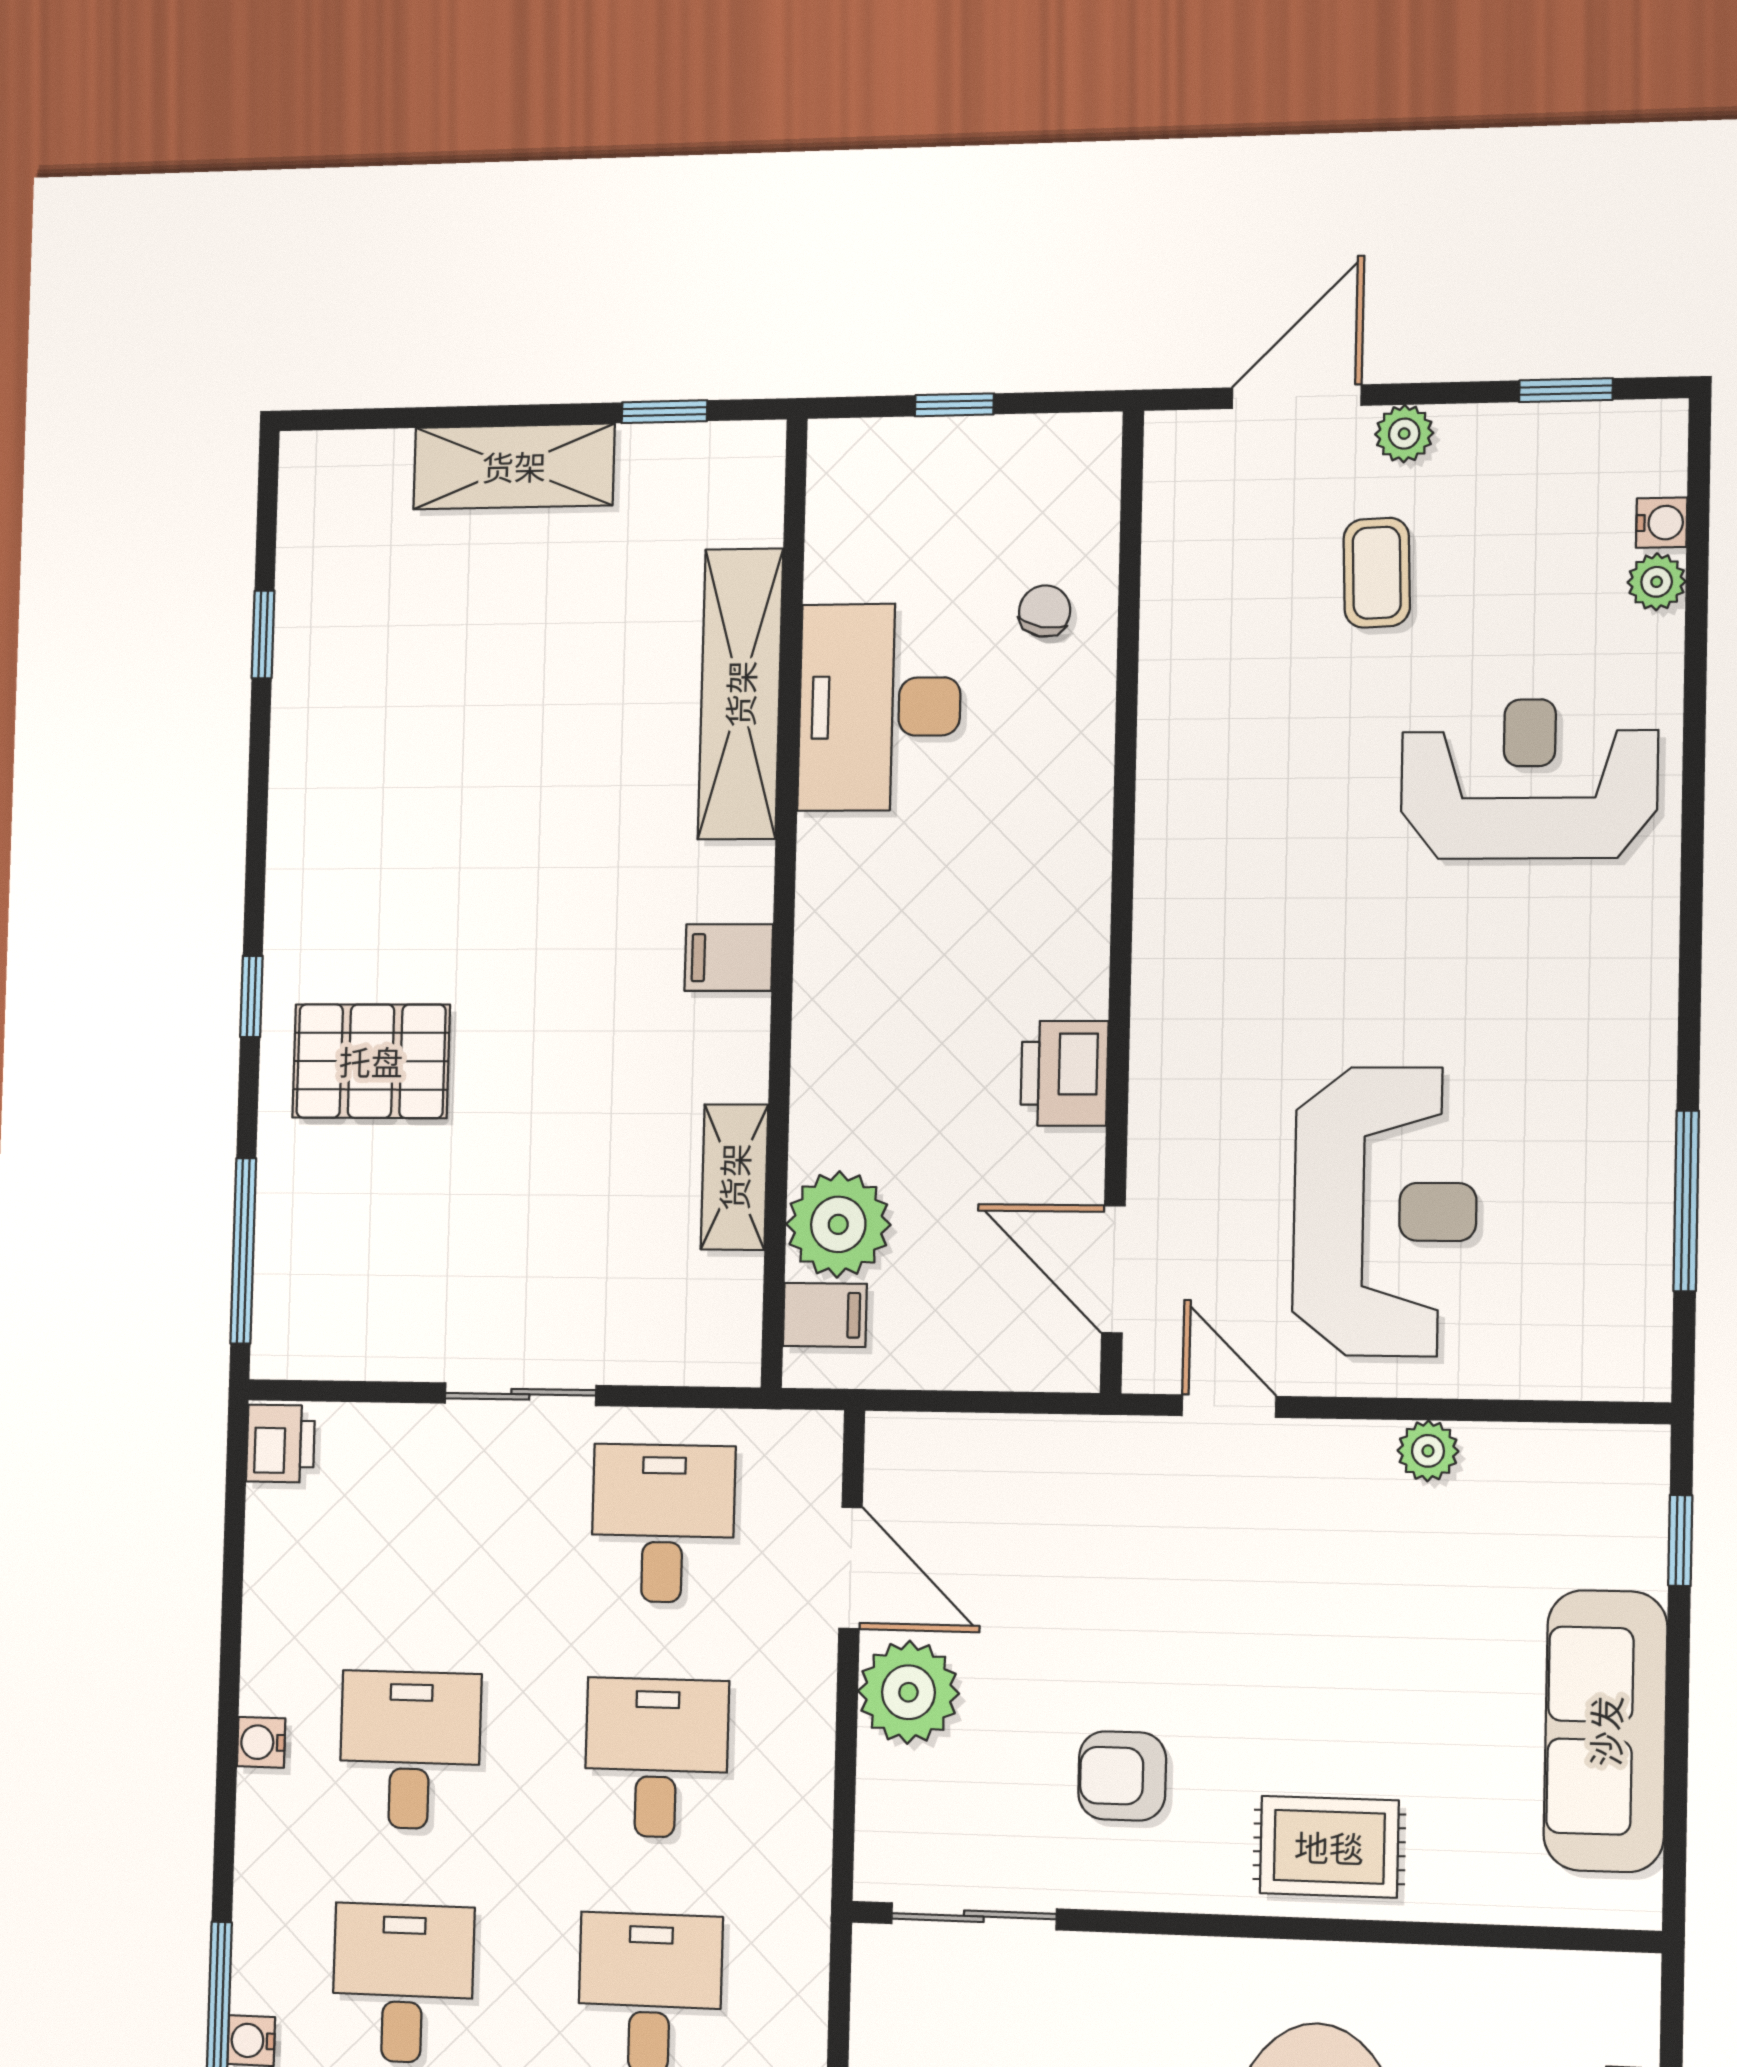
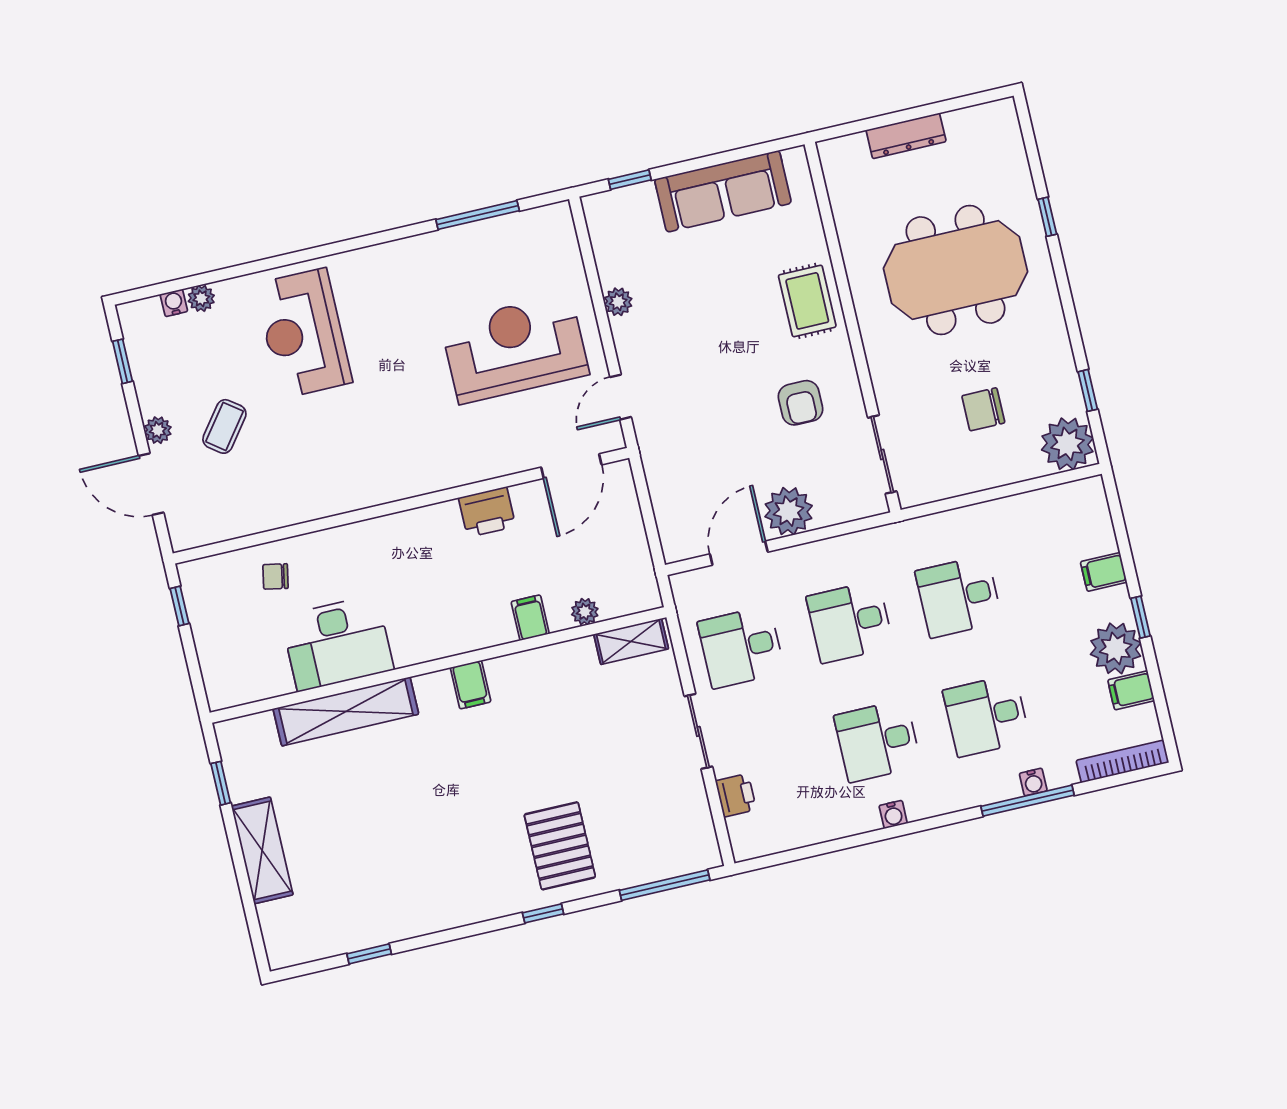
window: (954, 405) -> (179, 606), moved
coffee table: (1377, 573) -> (224, 426), turned -51
shelving: (734, 1177) -> (631, 641), moved
plant: (838, 1224) -> (585, 612), width x0.53, depth x0.53
filing cabinet: (825, 1315) -> (530, 618), moved
printer: (281, 1444) -> (736, 795), moved, turned 90

